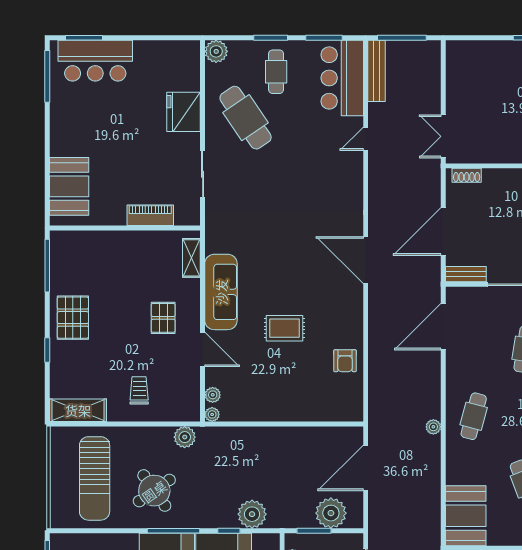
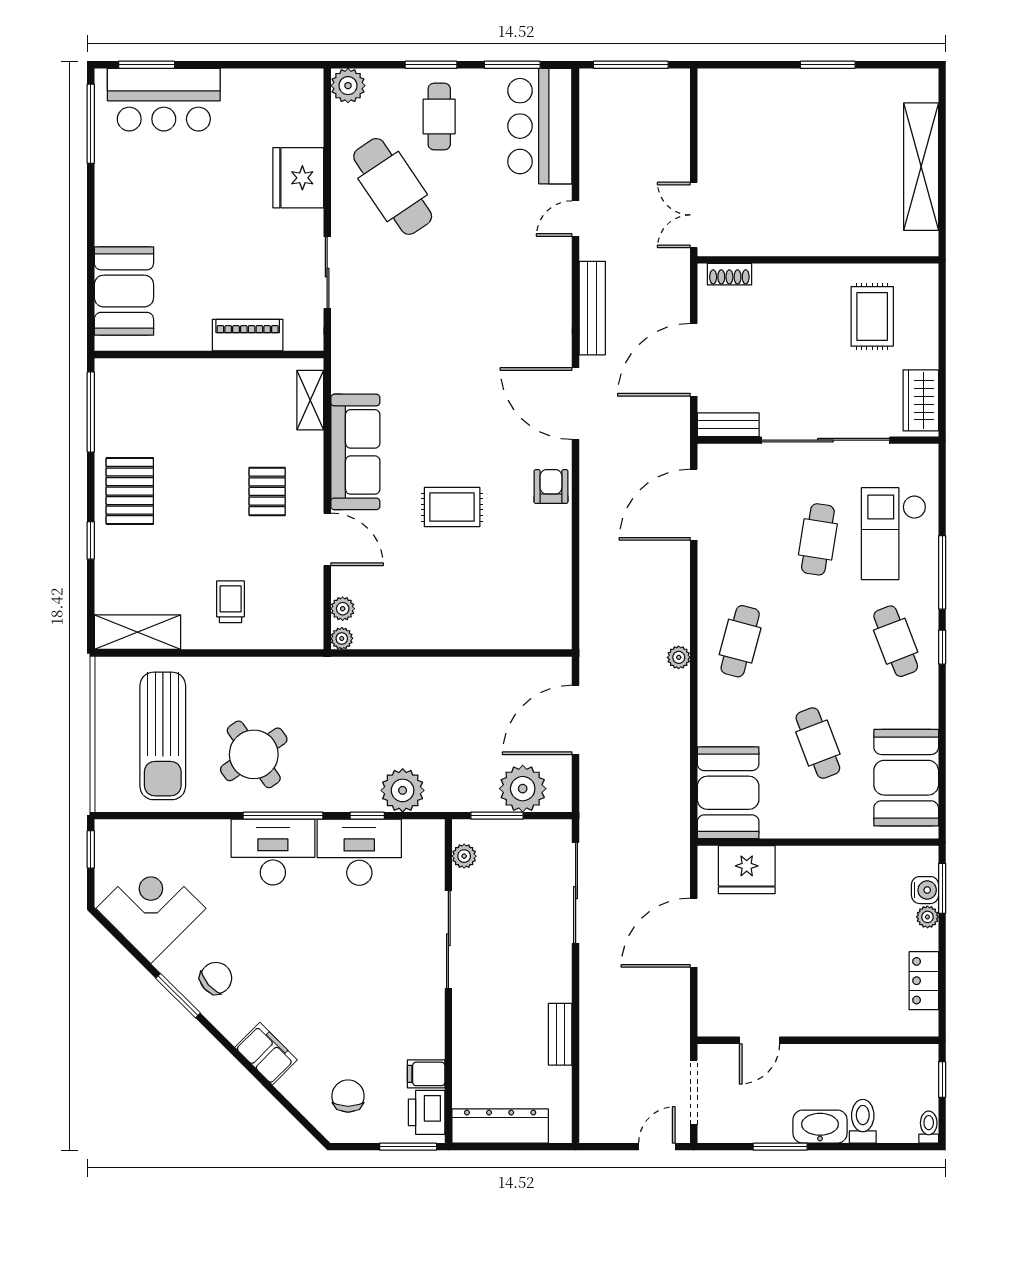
bench: (377, 71) -> (592, 308), moved
armchair: (345, 361) -> (551, 487), moved, turned 180
plant: (185, 437) -> (300, 673), removed

